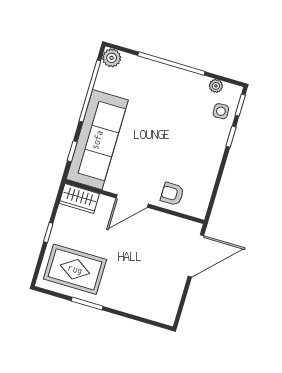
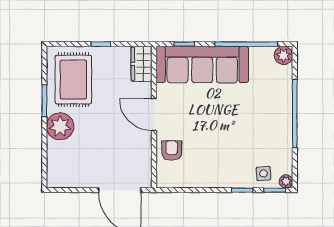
plant: (216, 86) -> (286, 181), moved
plant: (117, 296) -> (60, 126), added

